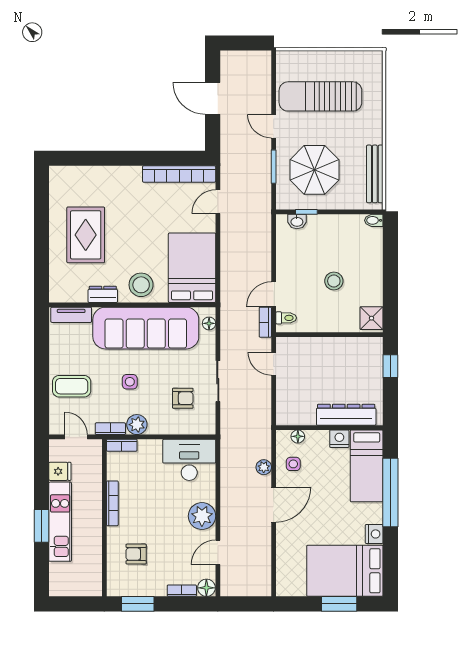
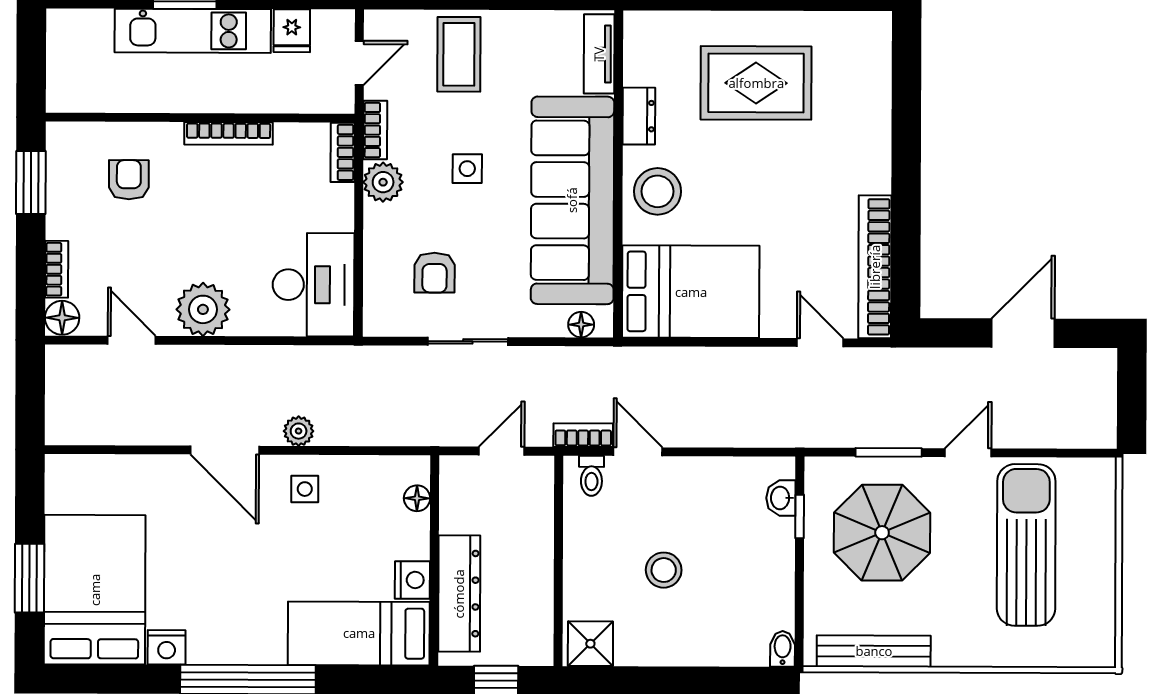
dresser: (346, 415) -> (459, 594), moved
wall: (329, 428) -> (434, 560), moved
floor lamp: (298, 436) -> (417, 498), moved
nightstand: (339, 439) -> (412, 580), moved
bed: (367, 466) -> (359, 633), moved

